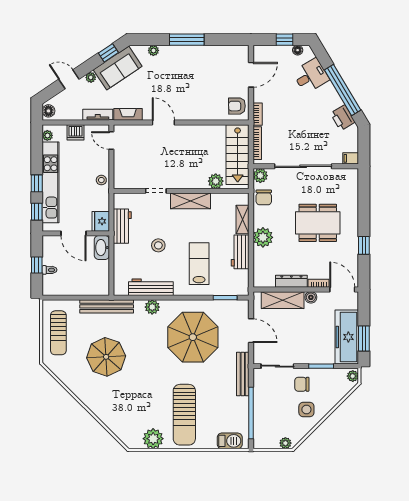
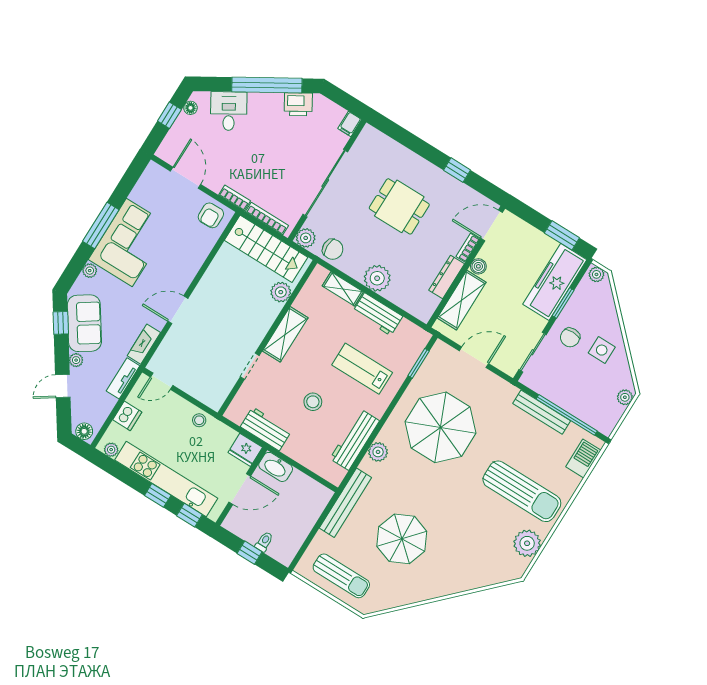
corner sofa: (187, 65) -> (129, 242), added
dining table: (318, 223) -> (399, 206), width x0.73
freezer: (347, 337) -> (555, 282), moved, turned 90
bench: (243, 374) -> (542, 412), moved

